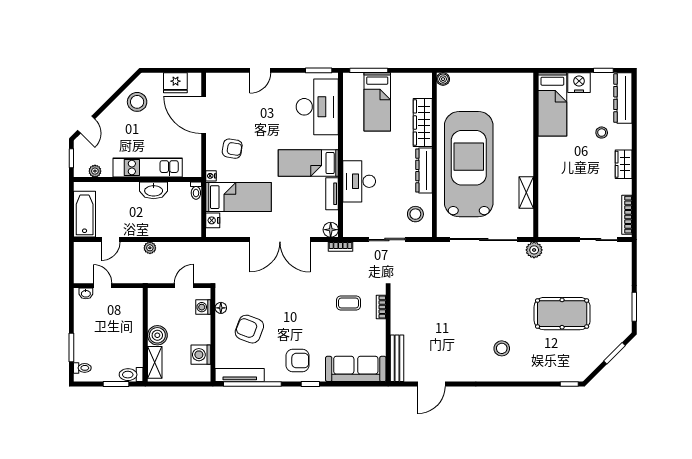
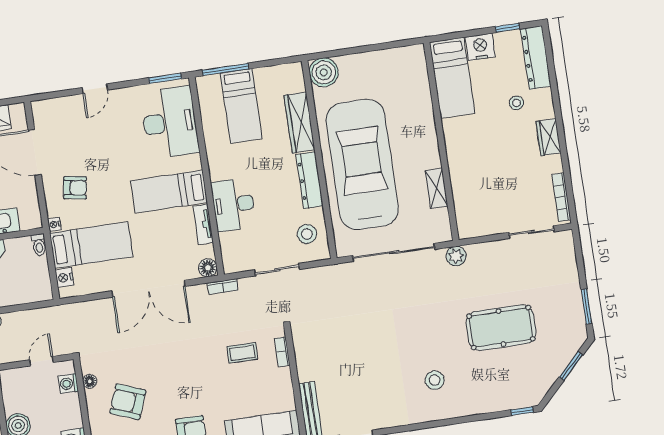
boiler: (443, 79) -> (324, 72), width x1.86, depth x1.86

